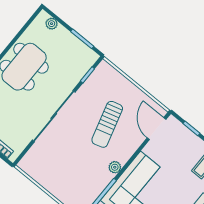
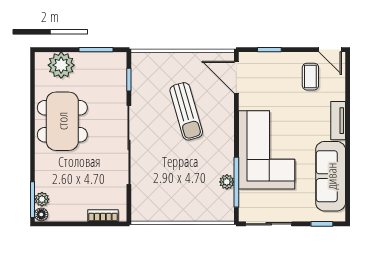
plant: (52, 24) -> (61, 65), width x1.88, depth x1.88
plant: (115, 167) -> (227, 182), moved

